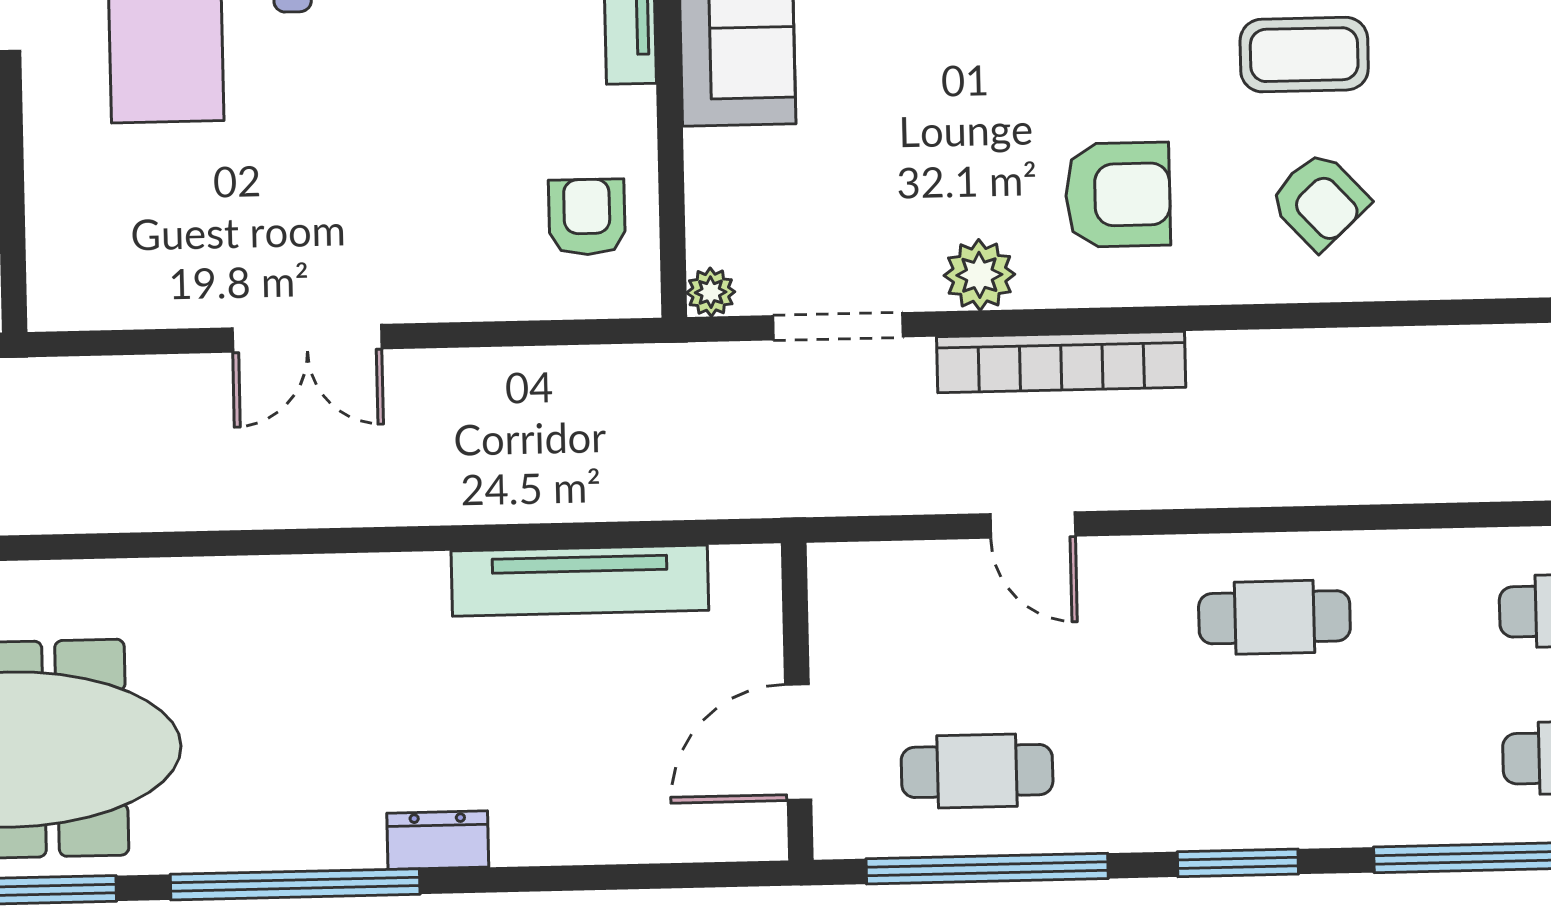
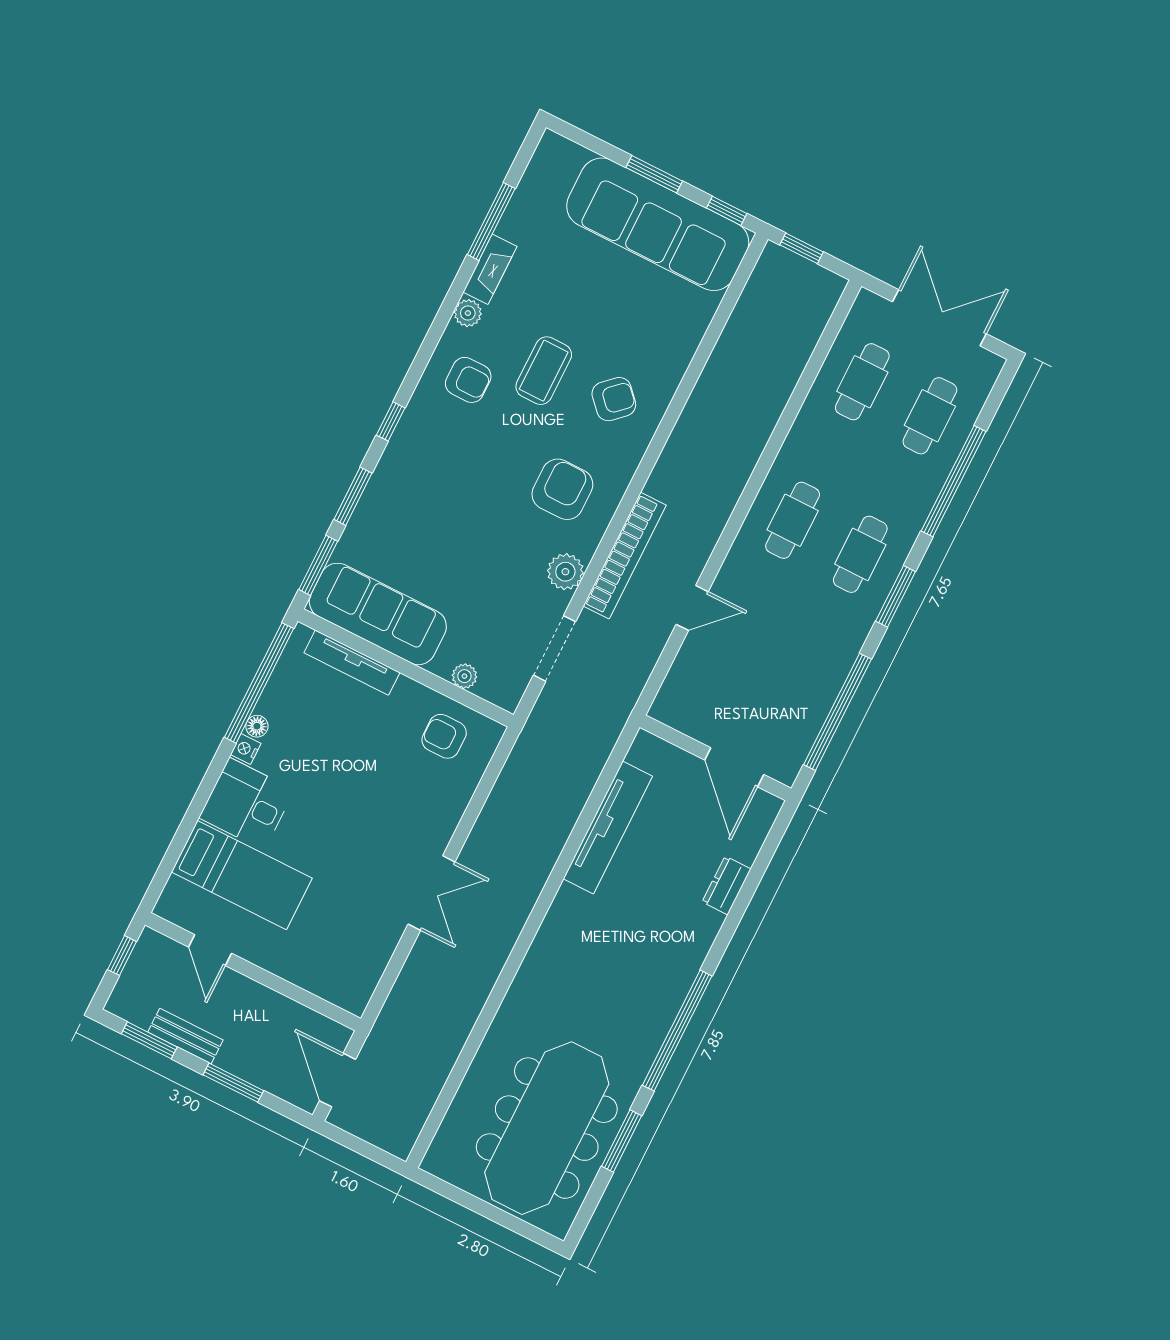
plant: (711, 292) -> (464, 676), moved
cafe table: (977, 771) -> (860, 554), moved
dresser: (438, 840) -> (727, 885), moved

